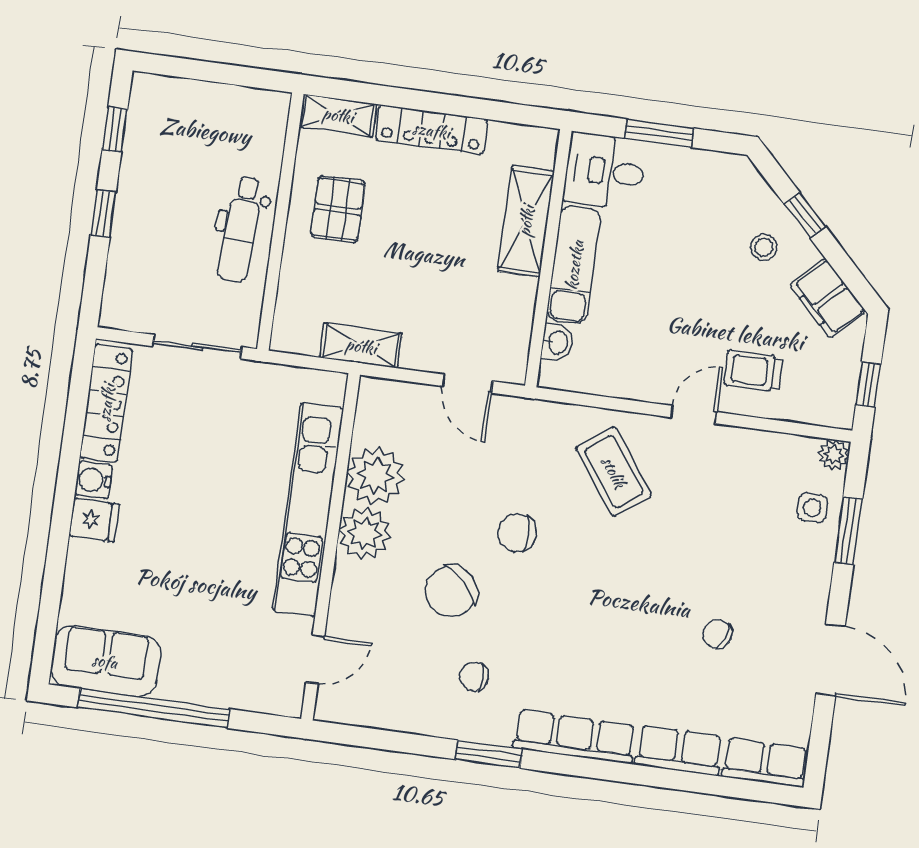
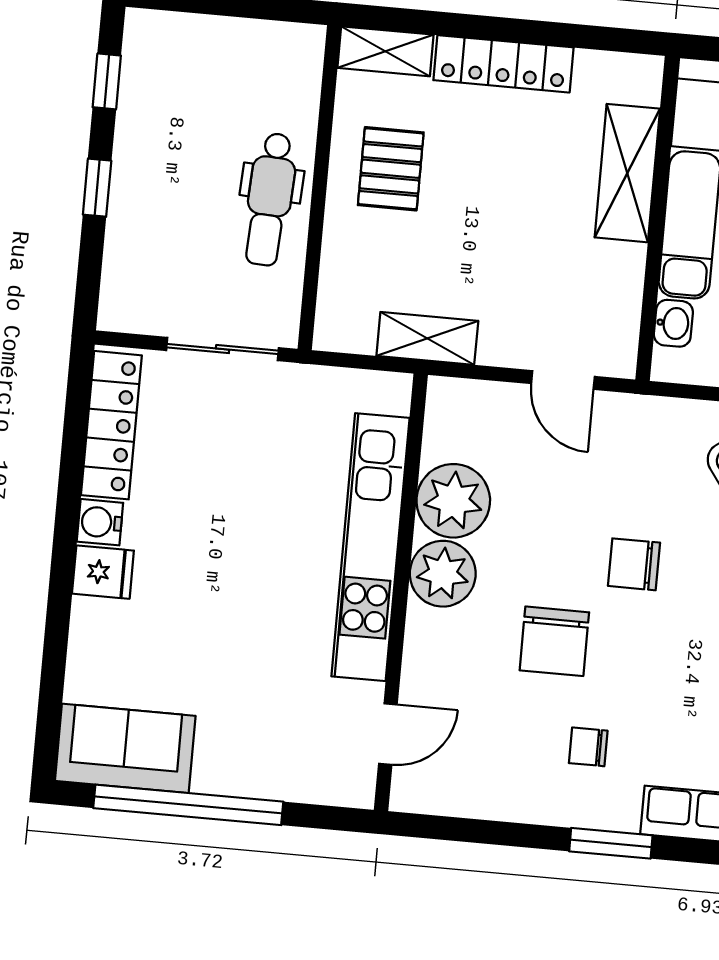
chair: (451, 591) -> (554, 641), turned -45

